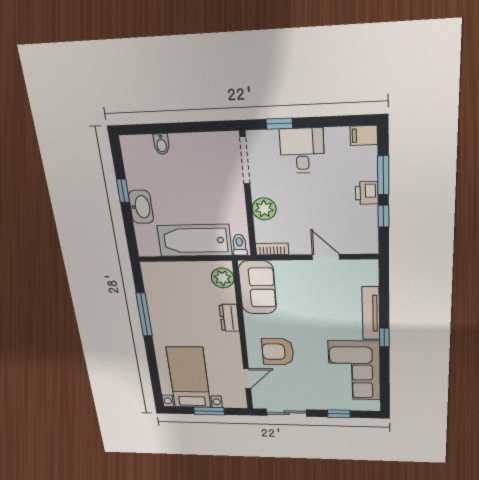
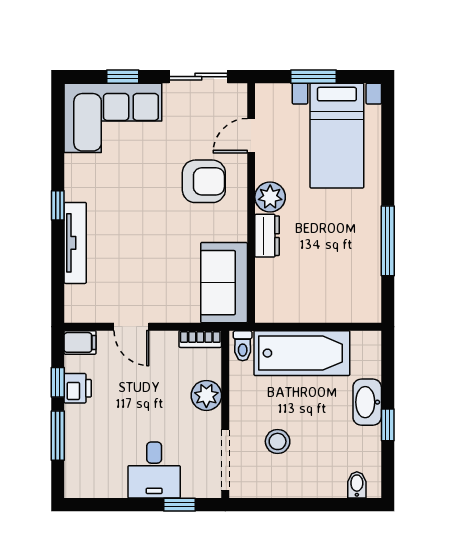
filing cabinet: (364, 135) -> (80, 342), moved
bidet: (161, 144) -> (357, 485), moved
stool: (205, 176) -> (278, 441), added
printer: (367, 193) -> (78, 388), moved
plant: (223, 278) -> (270, 197), moved
corner sofa: (354, 371) -> (113, 118), moved, turned 90

